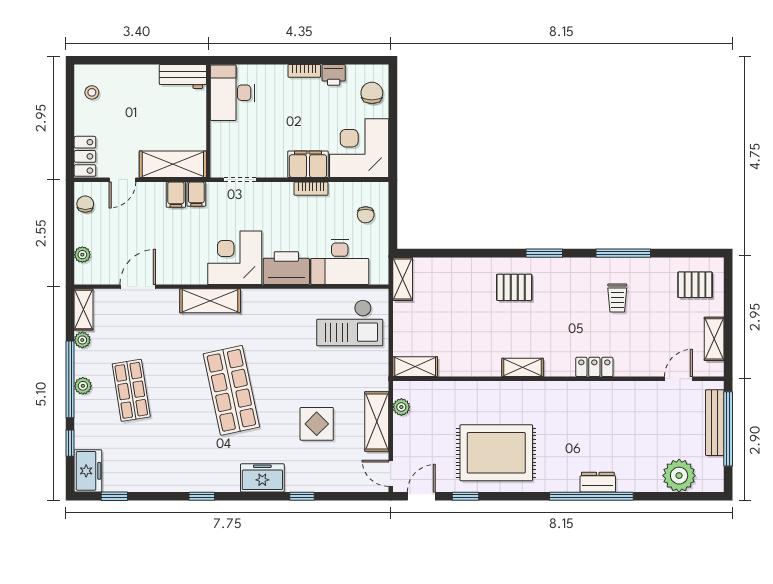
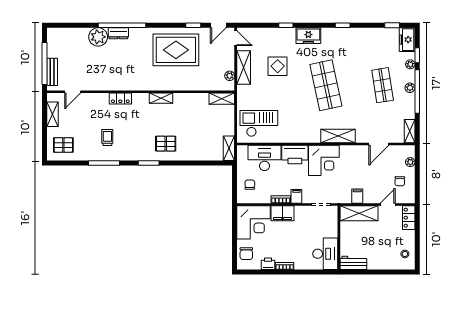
filing cabinet: (196, 194) -> (296, 196), moved
chair: (85, 204) -> (400, 181), moved
plant: (82, 340) -> (410, 64), moved
bench: (715, 423) -> (52, 72), width x0.73
plant: (679, 476) -> (98, 37), moved

